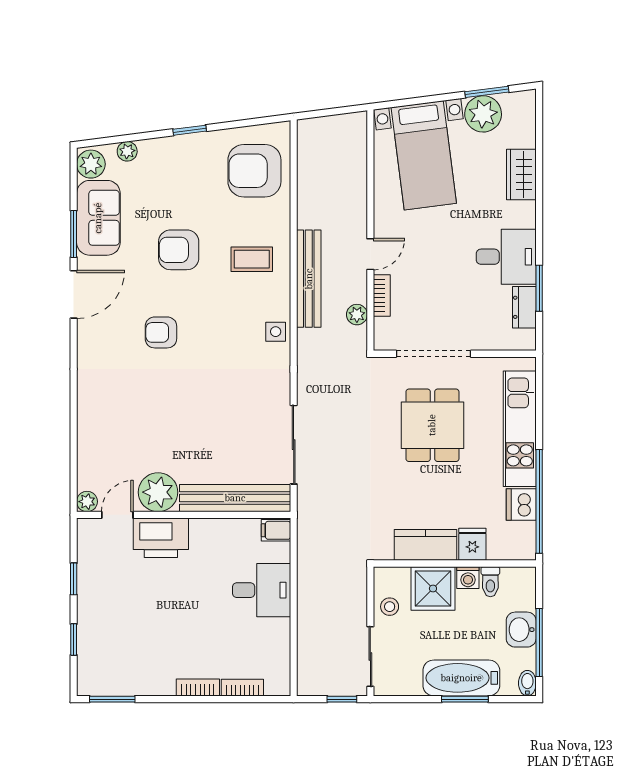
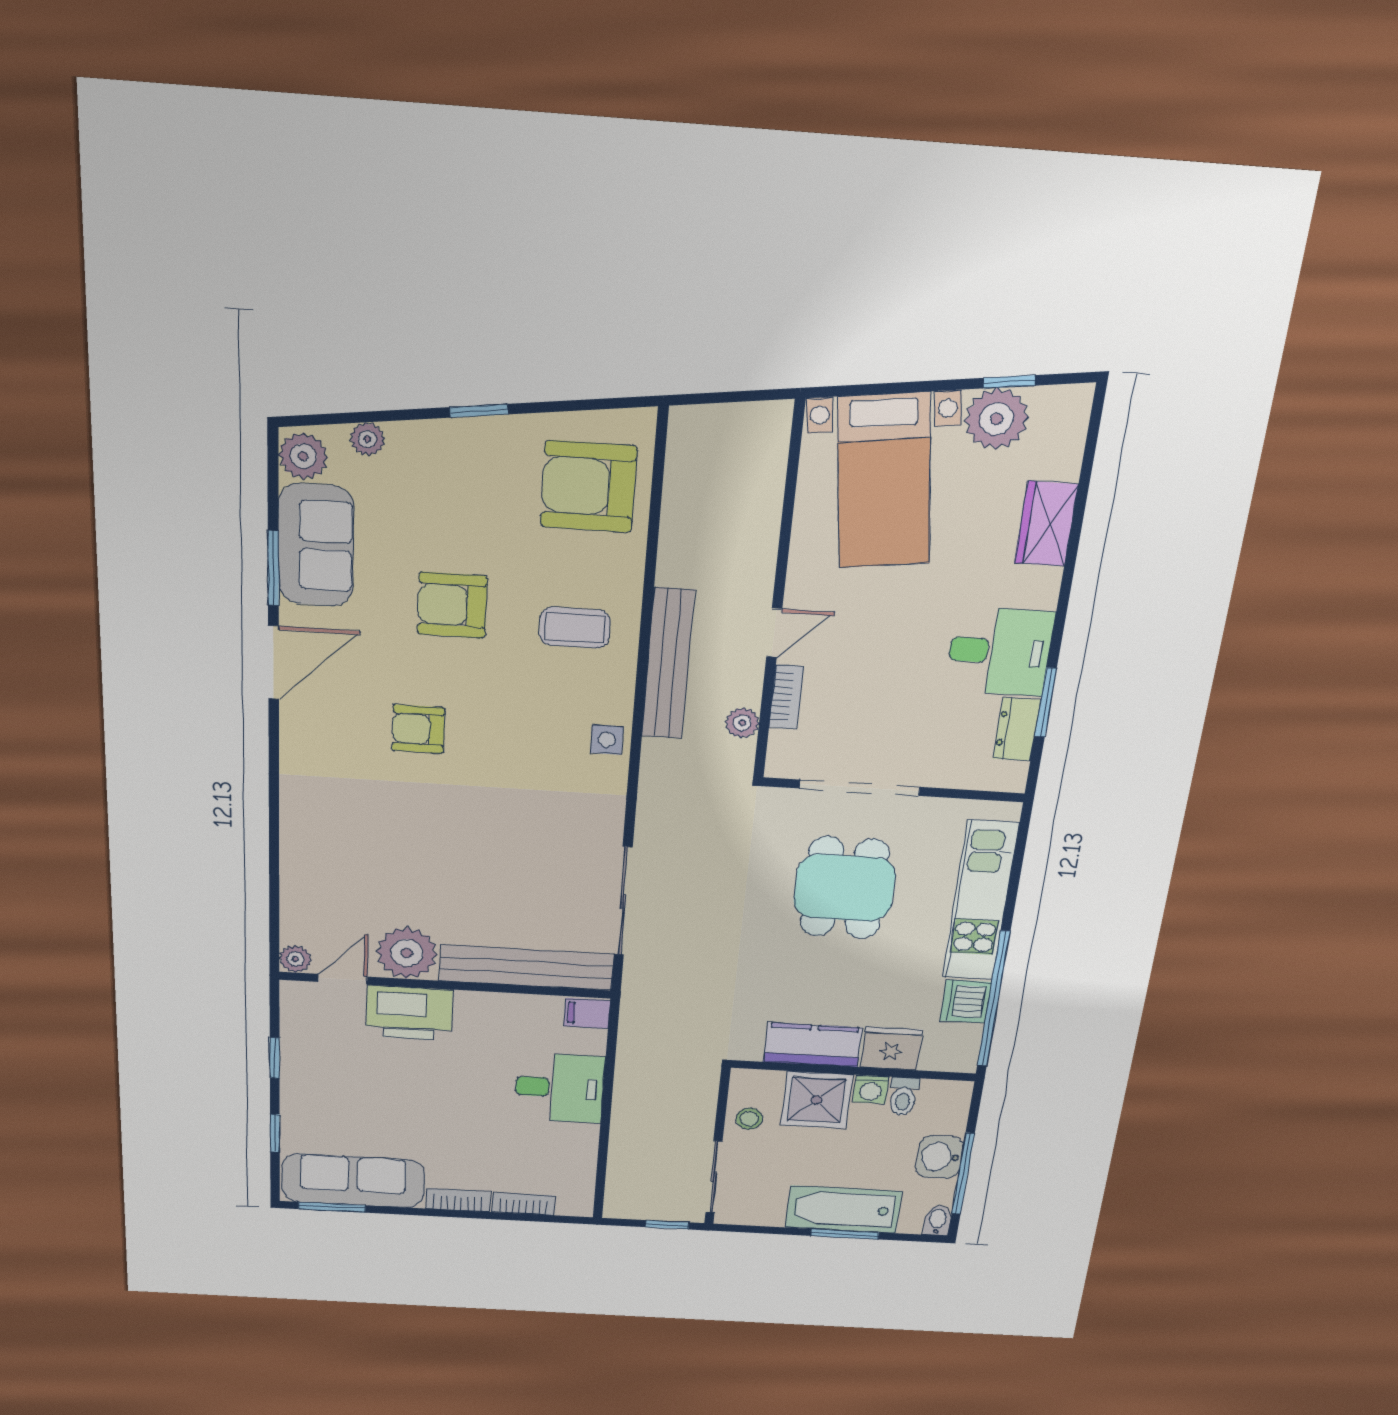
window: (487, 92) -> (1009, 382), width x0.67
fridge: (472, 544) -> (891, 1048), width x1.38
sofa: (126, 676) -> (353, 1181), added

